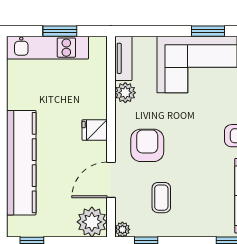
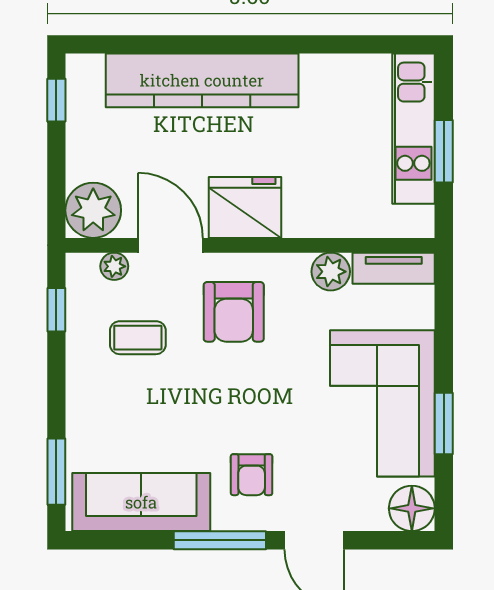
fridge: (95, 130) -> (245, 207), width x1.88, depth x1.34
armchair: (147, 145) -> (234, 312), turned 90
plant: (122, 229) -> (114, 266), moved

